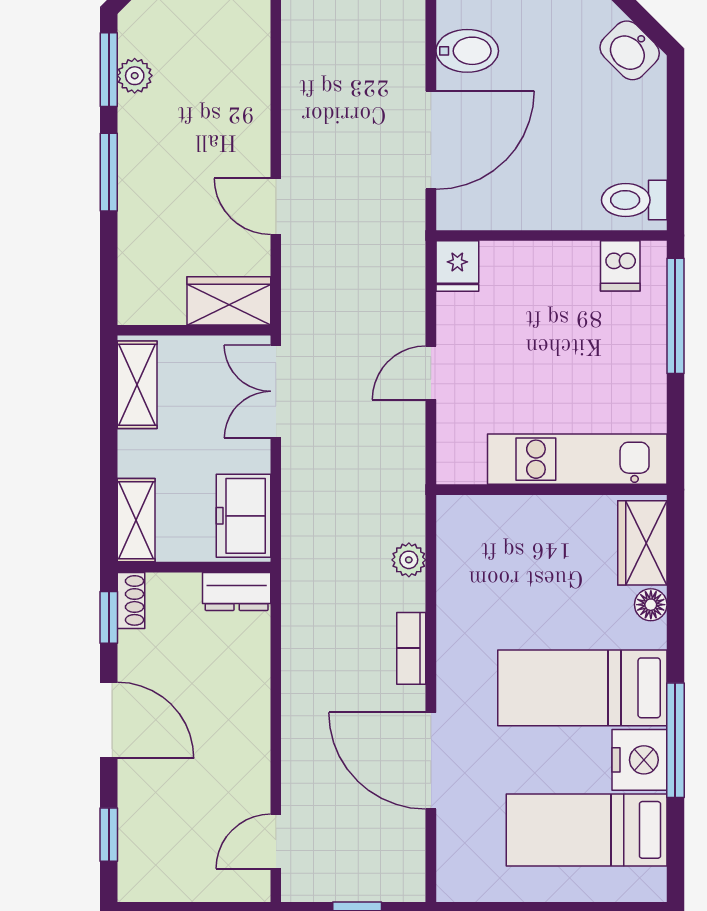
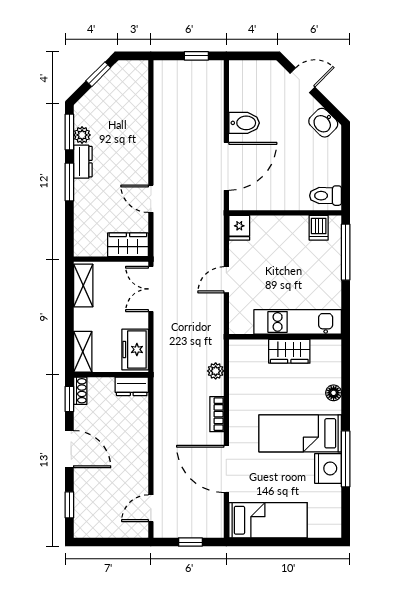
dresser: (136, 130) -> (83, 162), added
wardrobe: (642, 543) -> (289, 351), moved, turned -90
bed: (587, 830) -> (268, 520), moved, turned 180

